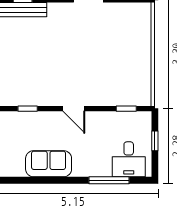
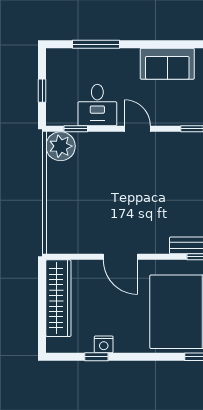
plant: (139, 94) -> (61, 146), added
desk: (129, 159) -> (97, 105), moved, turned 180

